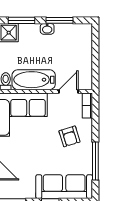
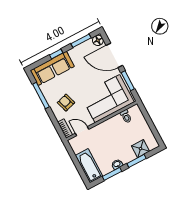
bathtub: (34, 80) -> (89, 166), moved, turned -90
door: (68, 91) -> (82, 131), swing flipped

